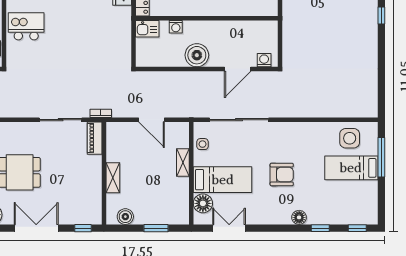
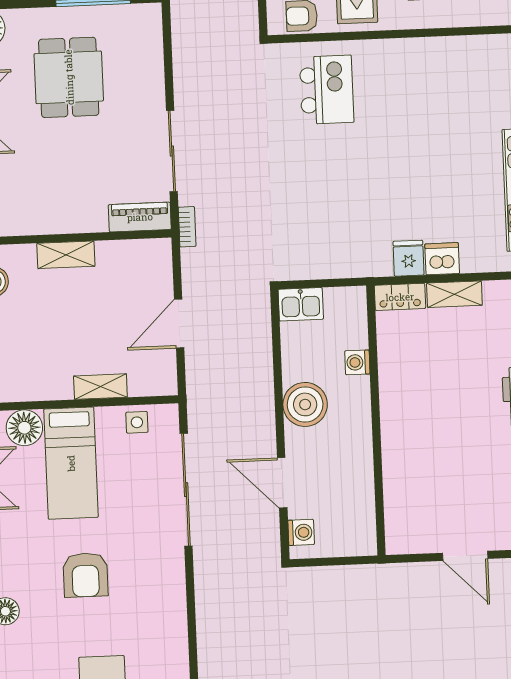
kitchen island: (26, 26) -> (327, 90), moved
kitchen sink: (147, 29) -> (301, 304), moved, turned -90

